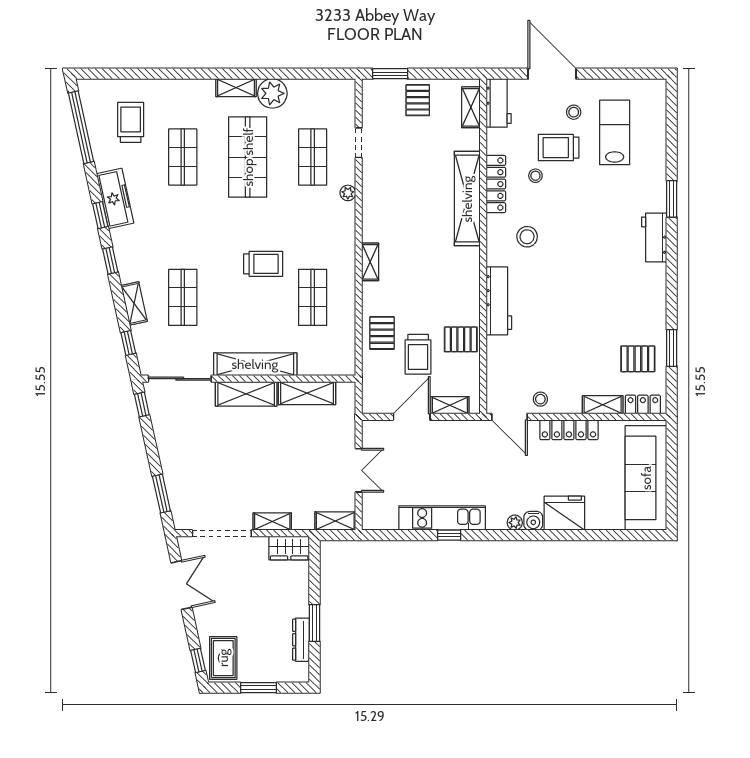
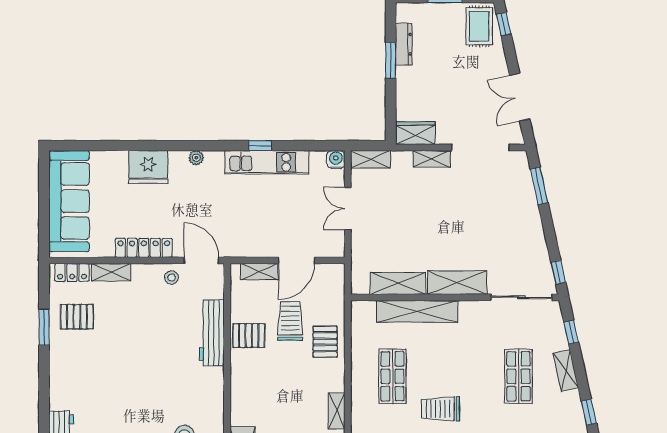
workbench: (499, 301) -> (212, 333), moved
shelving: (255, 364) -> (417, 311), moved
water cooler: (533, 521) -> (336, 159), moved

